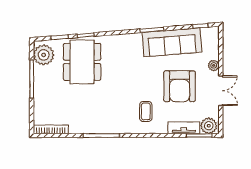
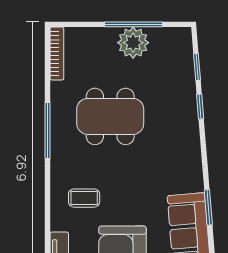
plant: (44, 55) -> (133, 43), moved
dining table: (82, 62) -> (110, 116), moved

